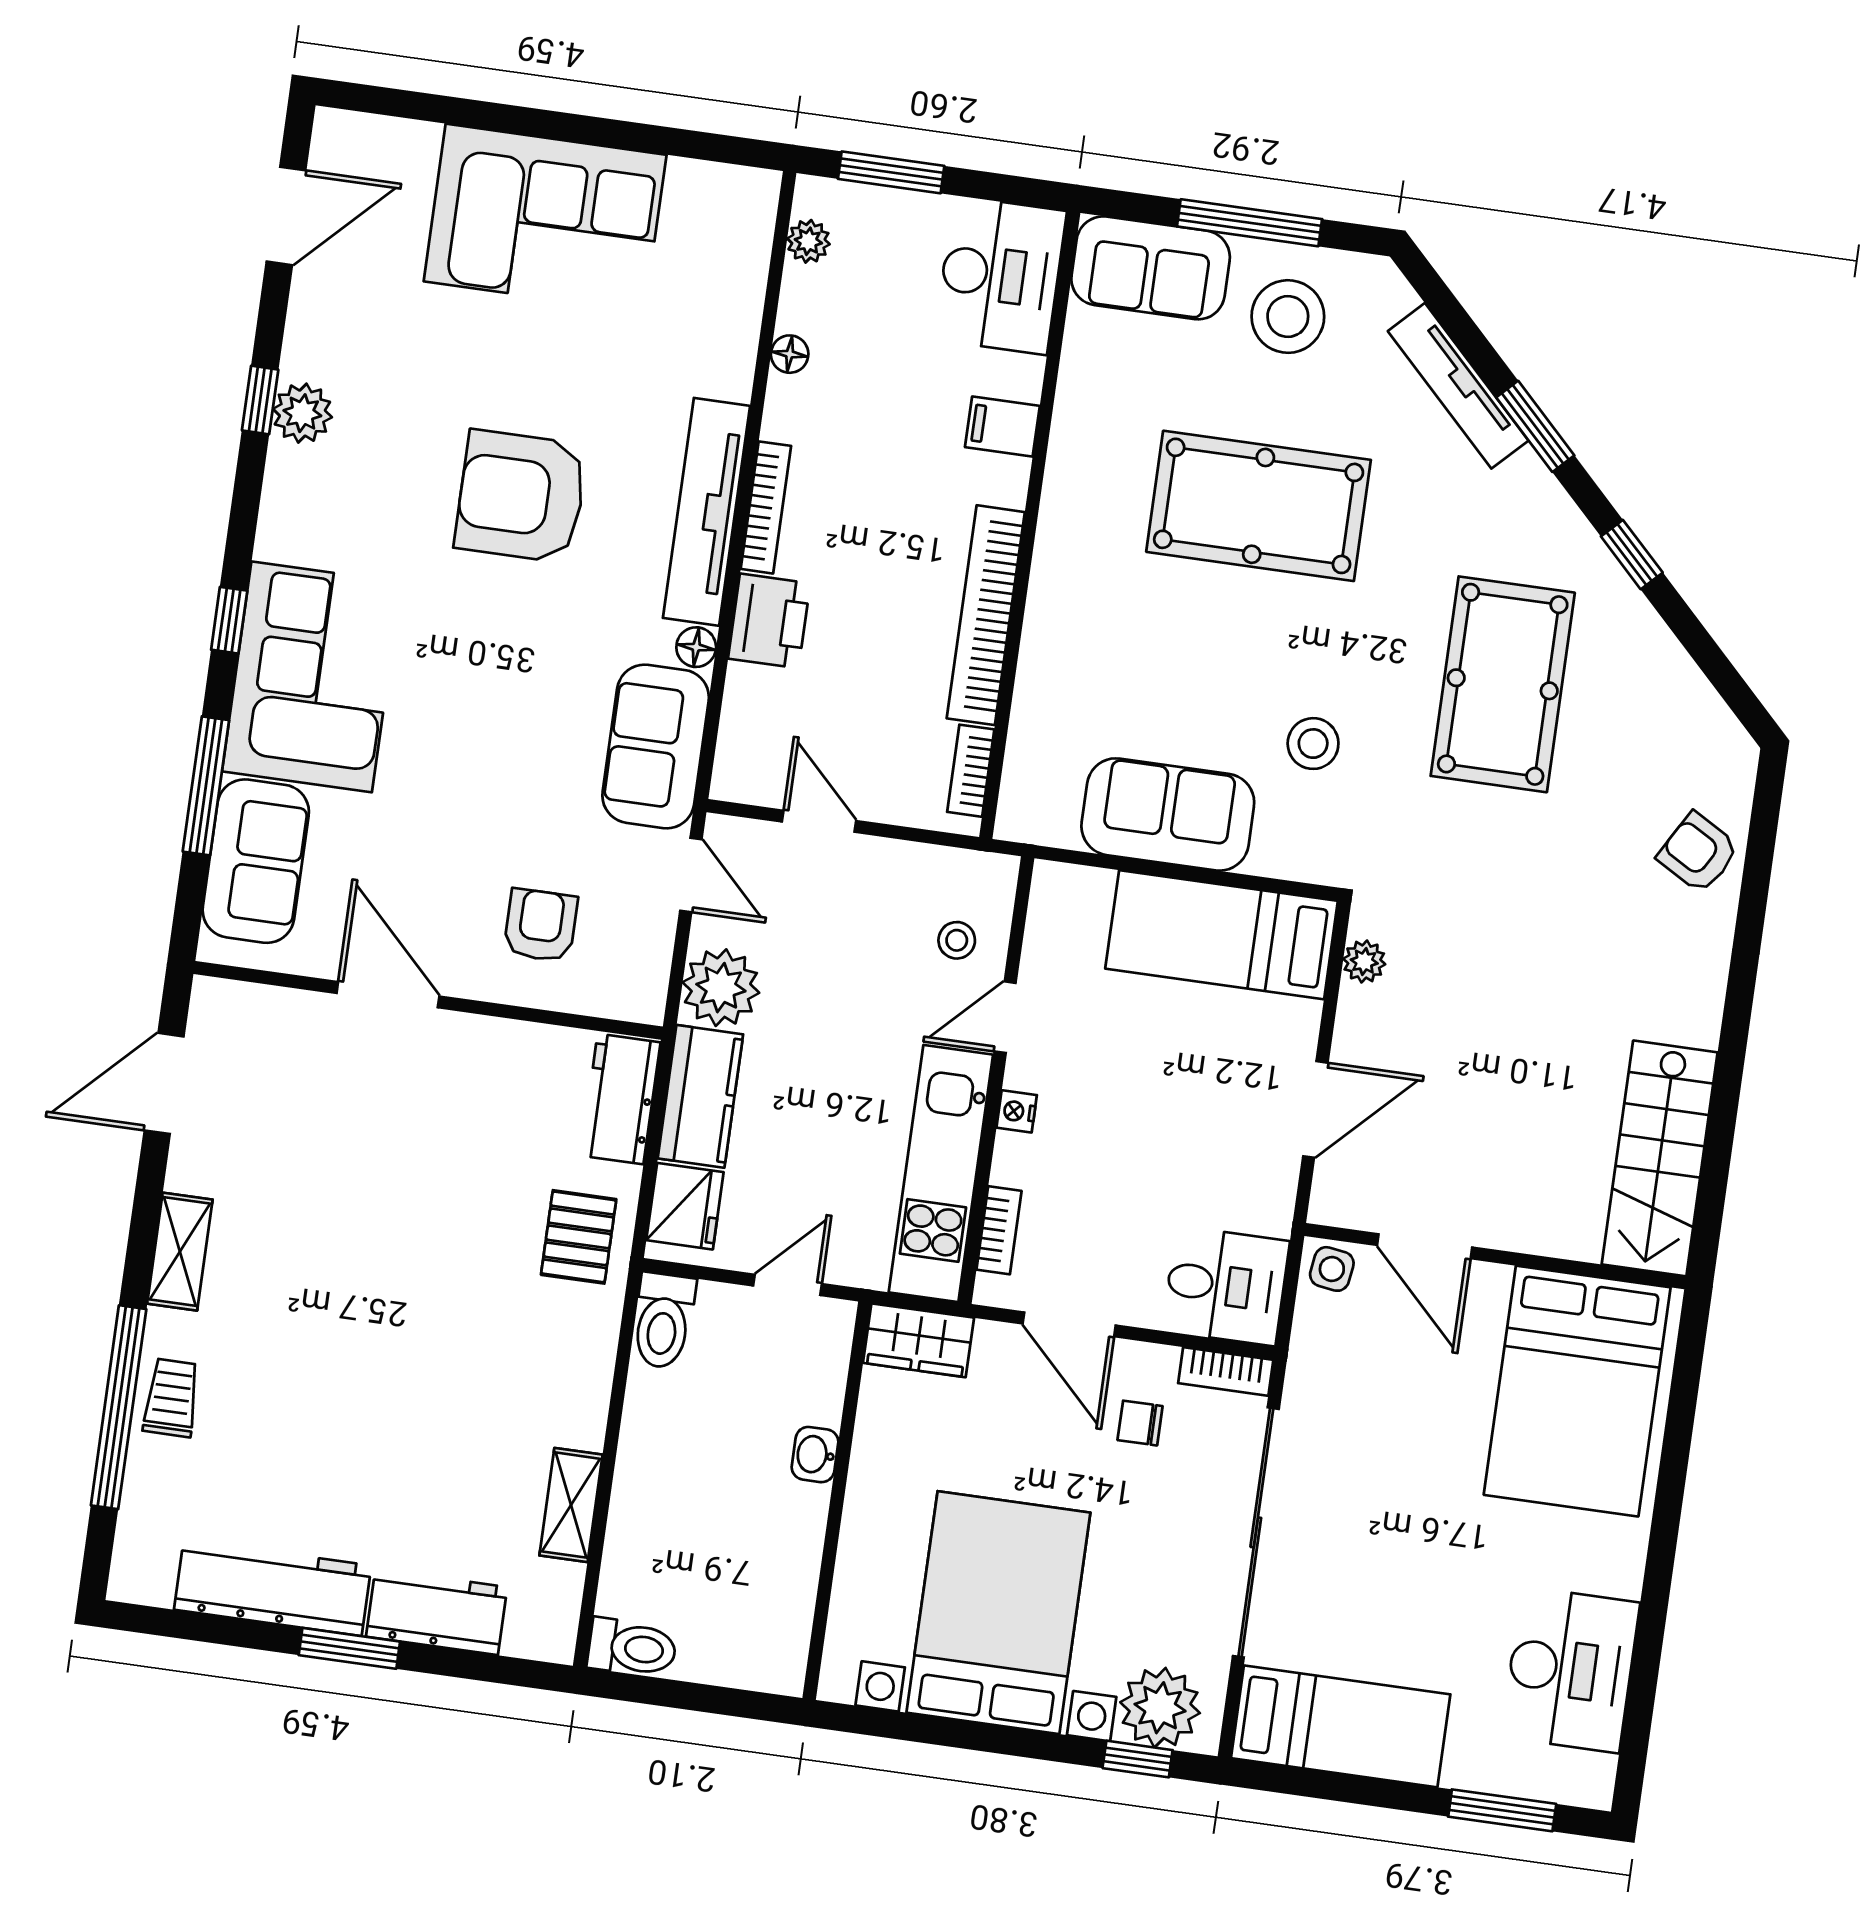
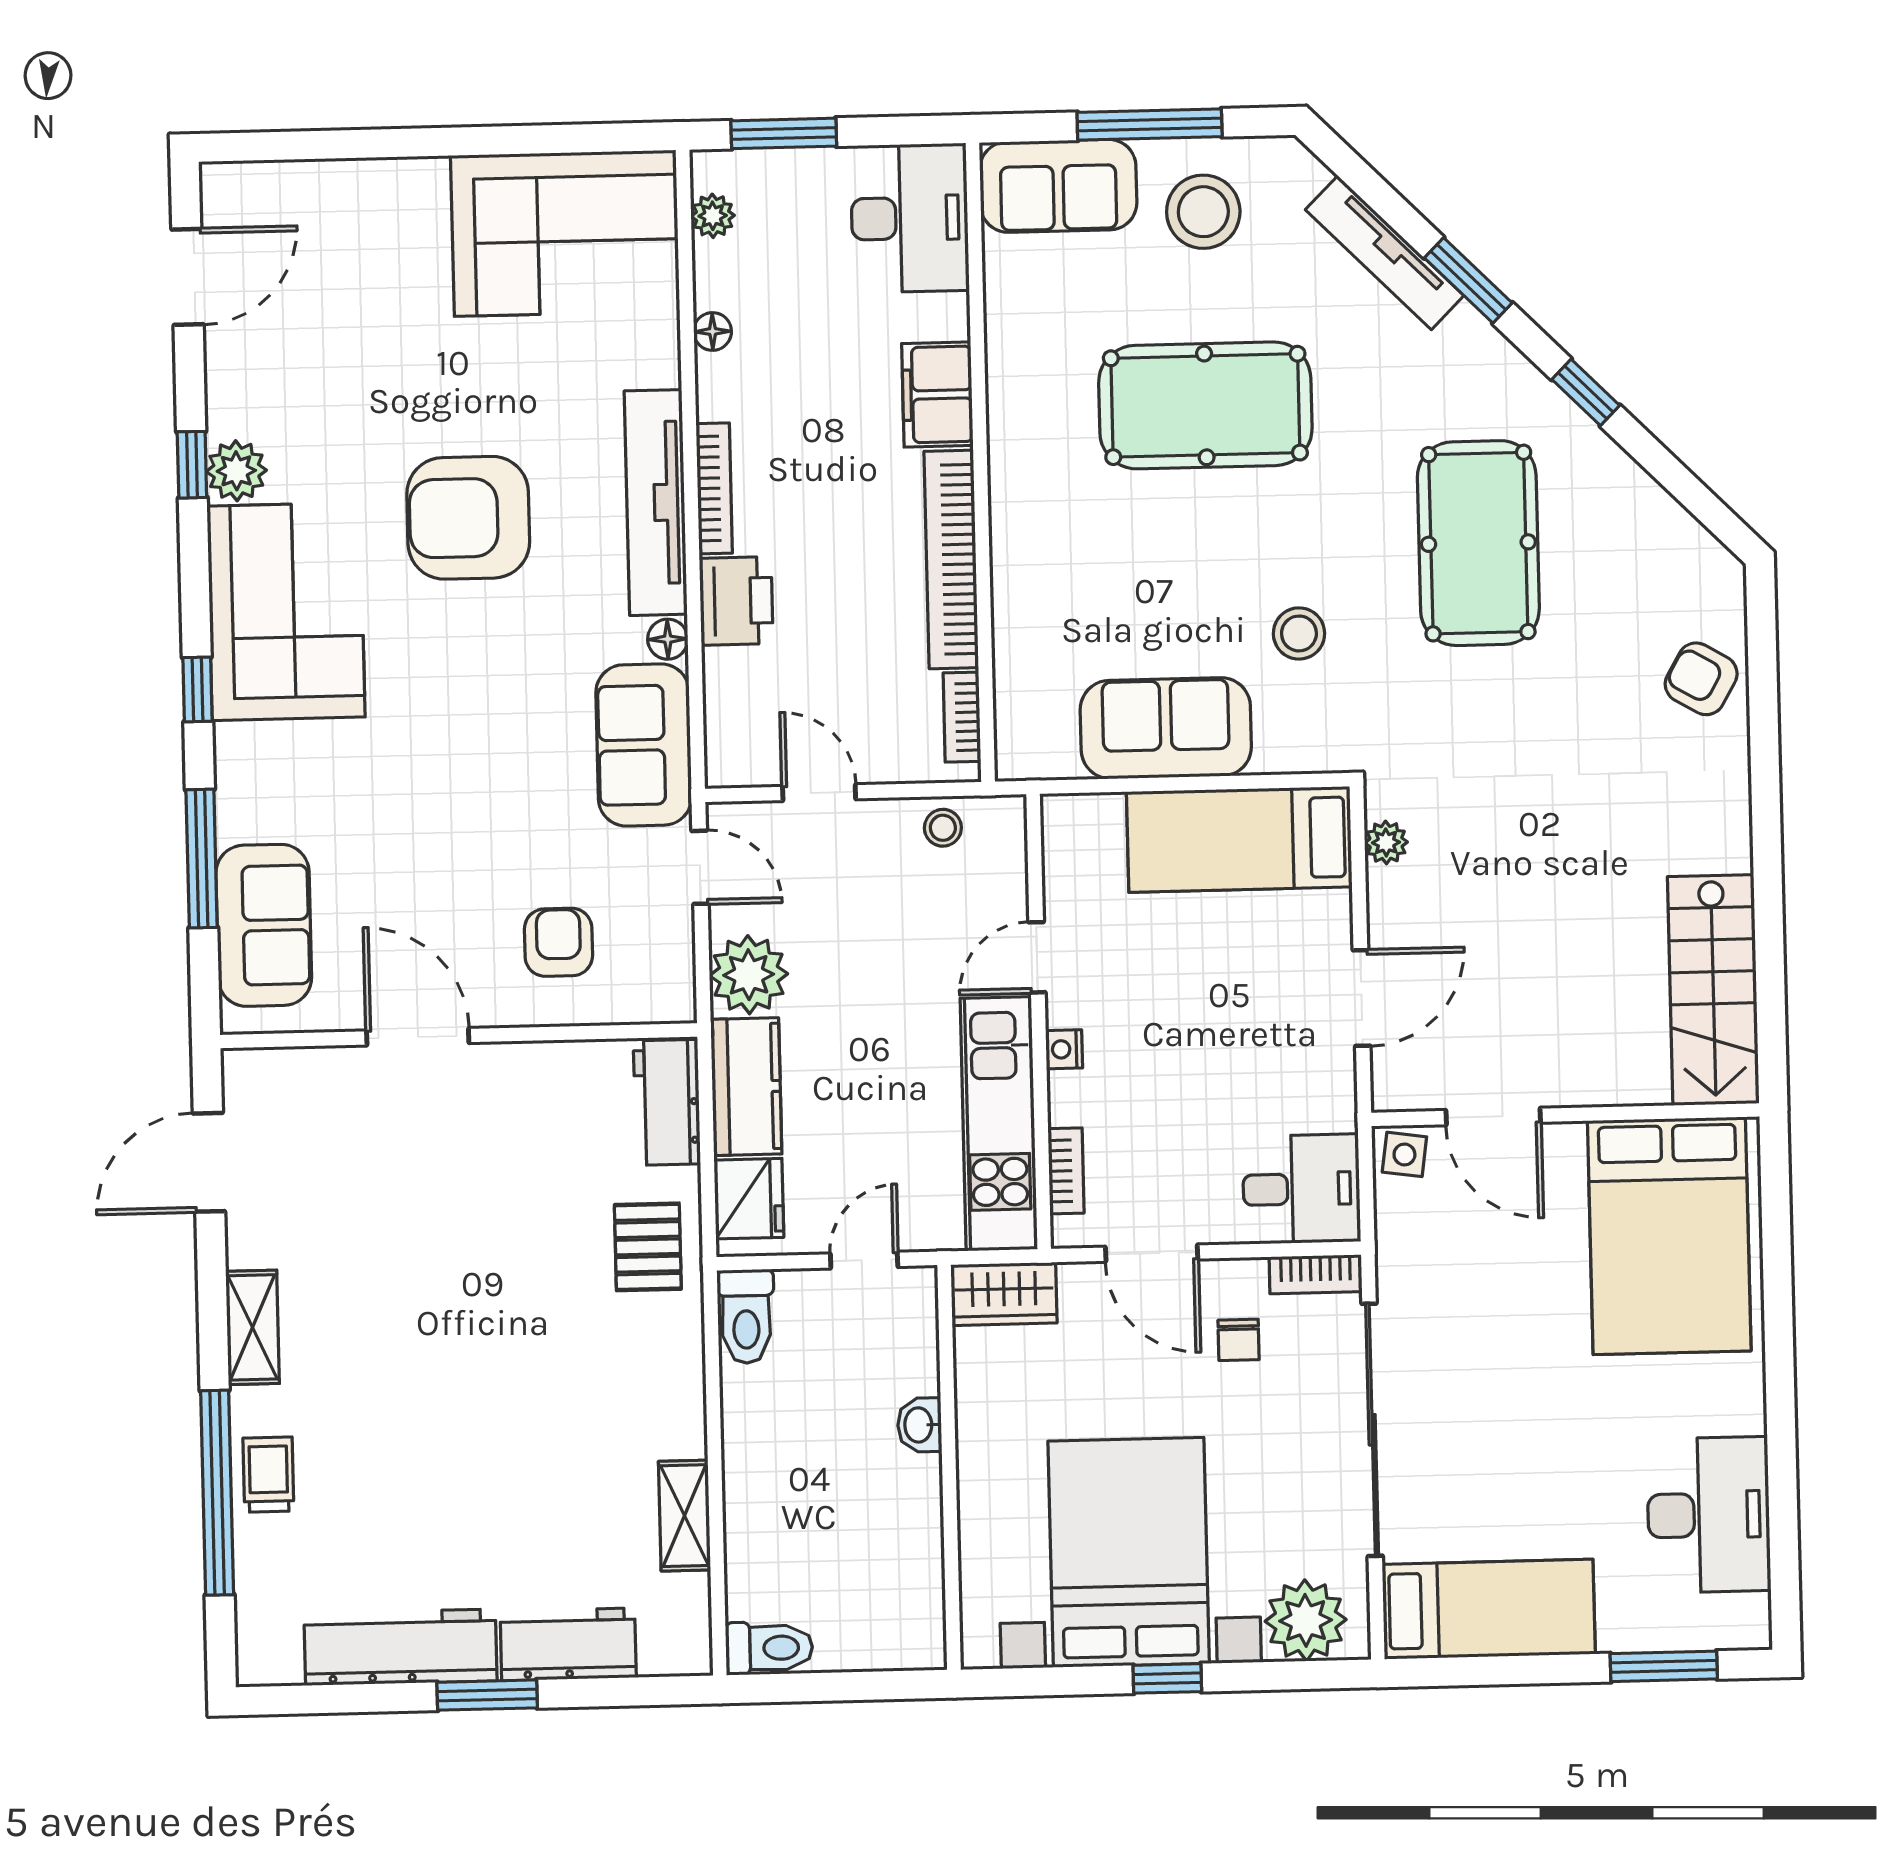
corner sofa: (545, 218) -> (565, 233), moved
filing cabinet: (1002, 427) -> (937, 395), width x2.00
corner sofa: (312, 677) -> (286, 612), moved
stool: (957, 940) -> (943, 828), moved
chair: (1140, 1423) -> (1239, 1340), turned -90
window: (1138, 1759) -> (1167, 1678), moved

